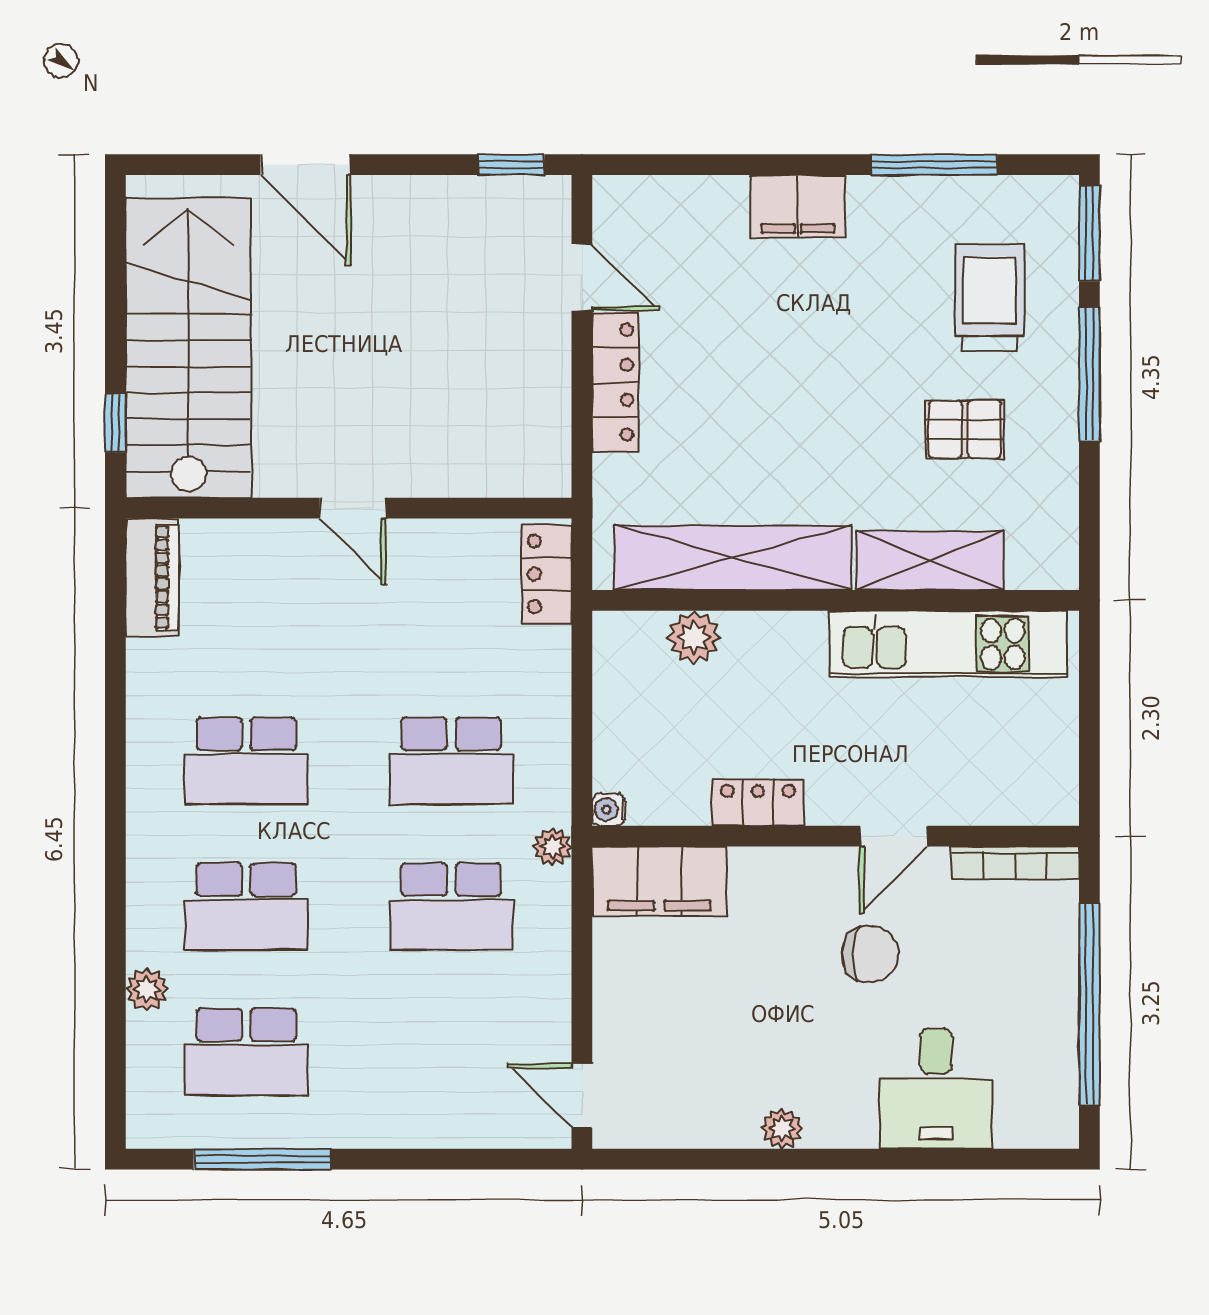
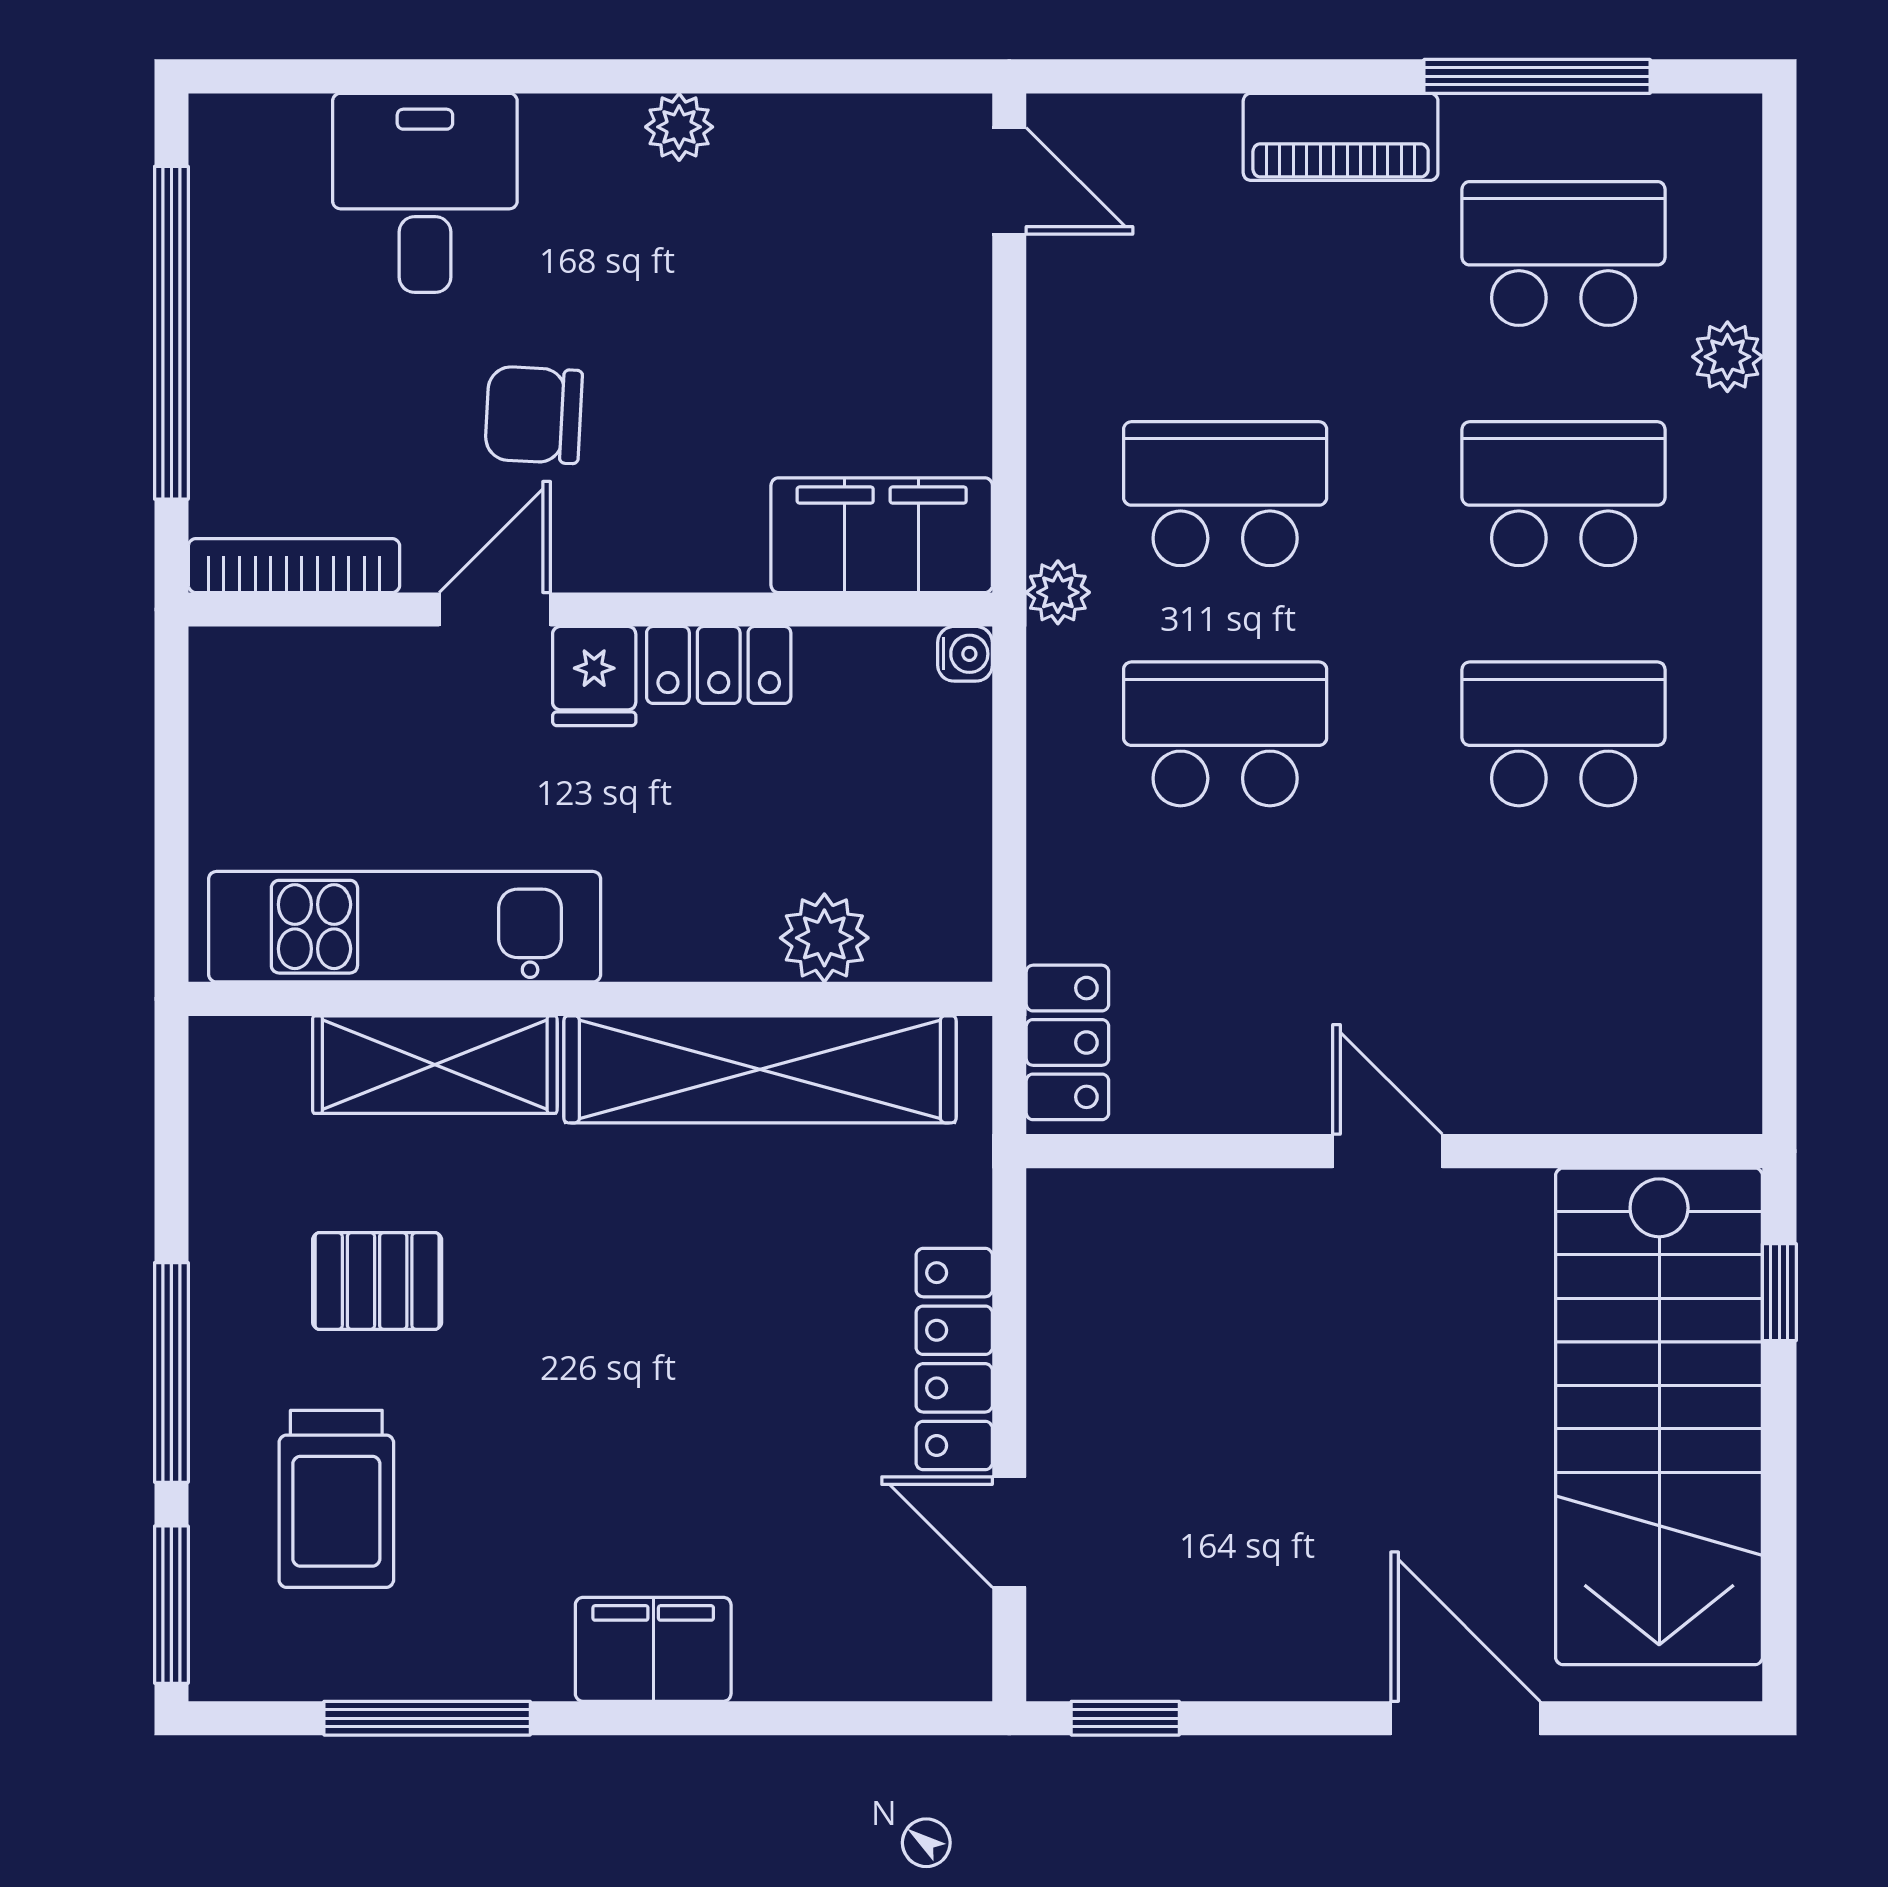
piano: (152, 577) -> (1341, 137), moved, turned -90
fridge: (833, 796) -> (594, 676), added

